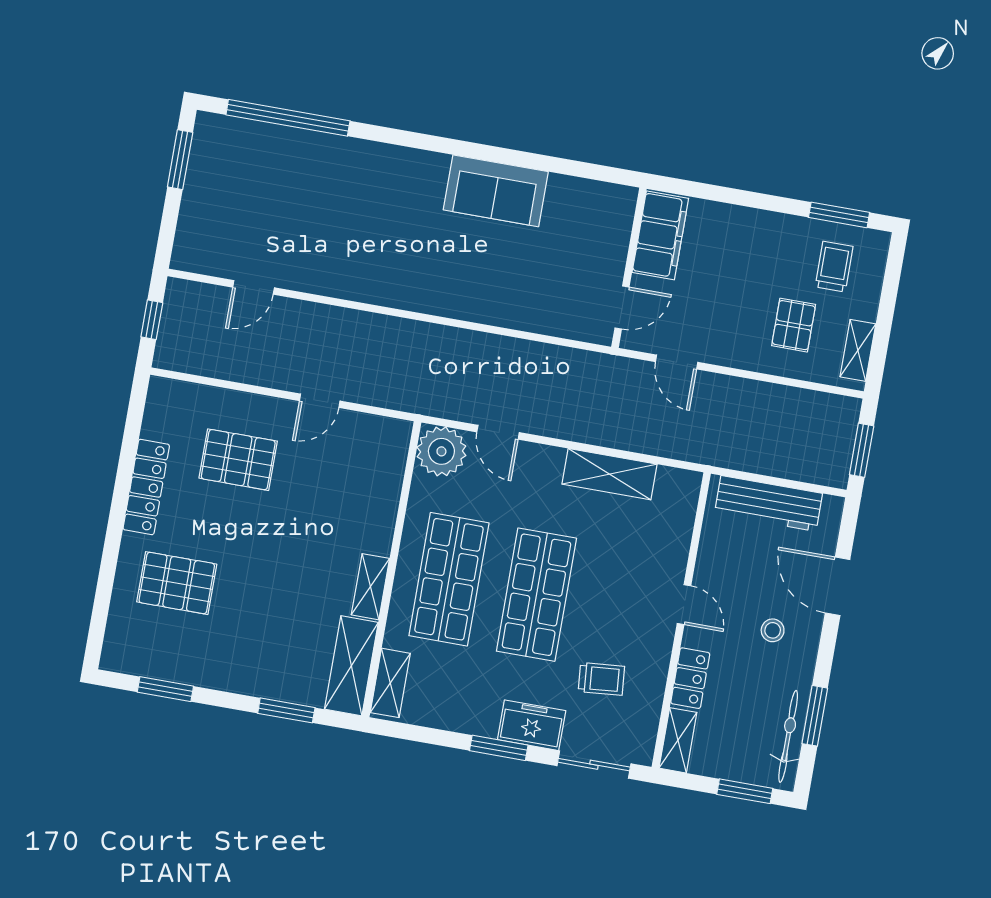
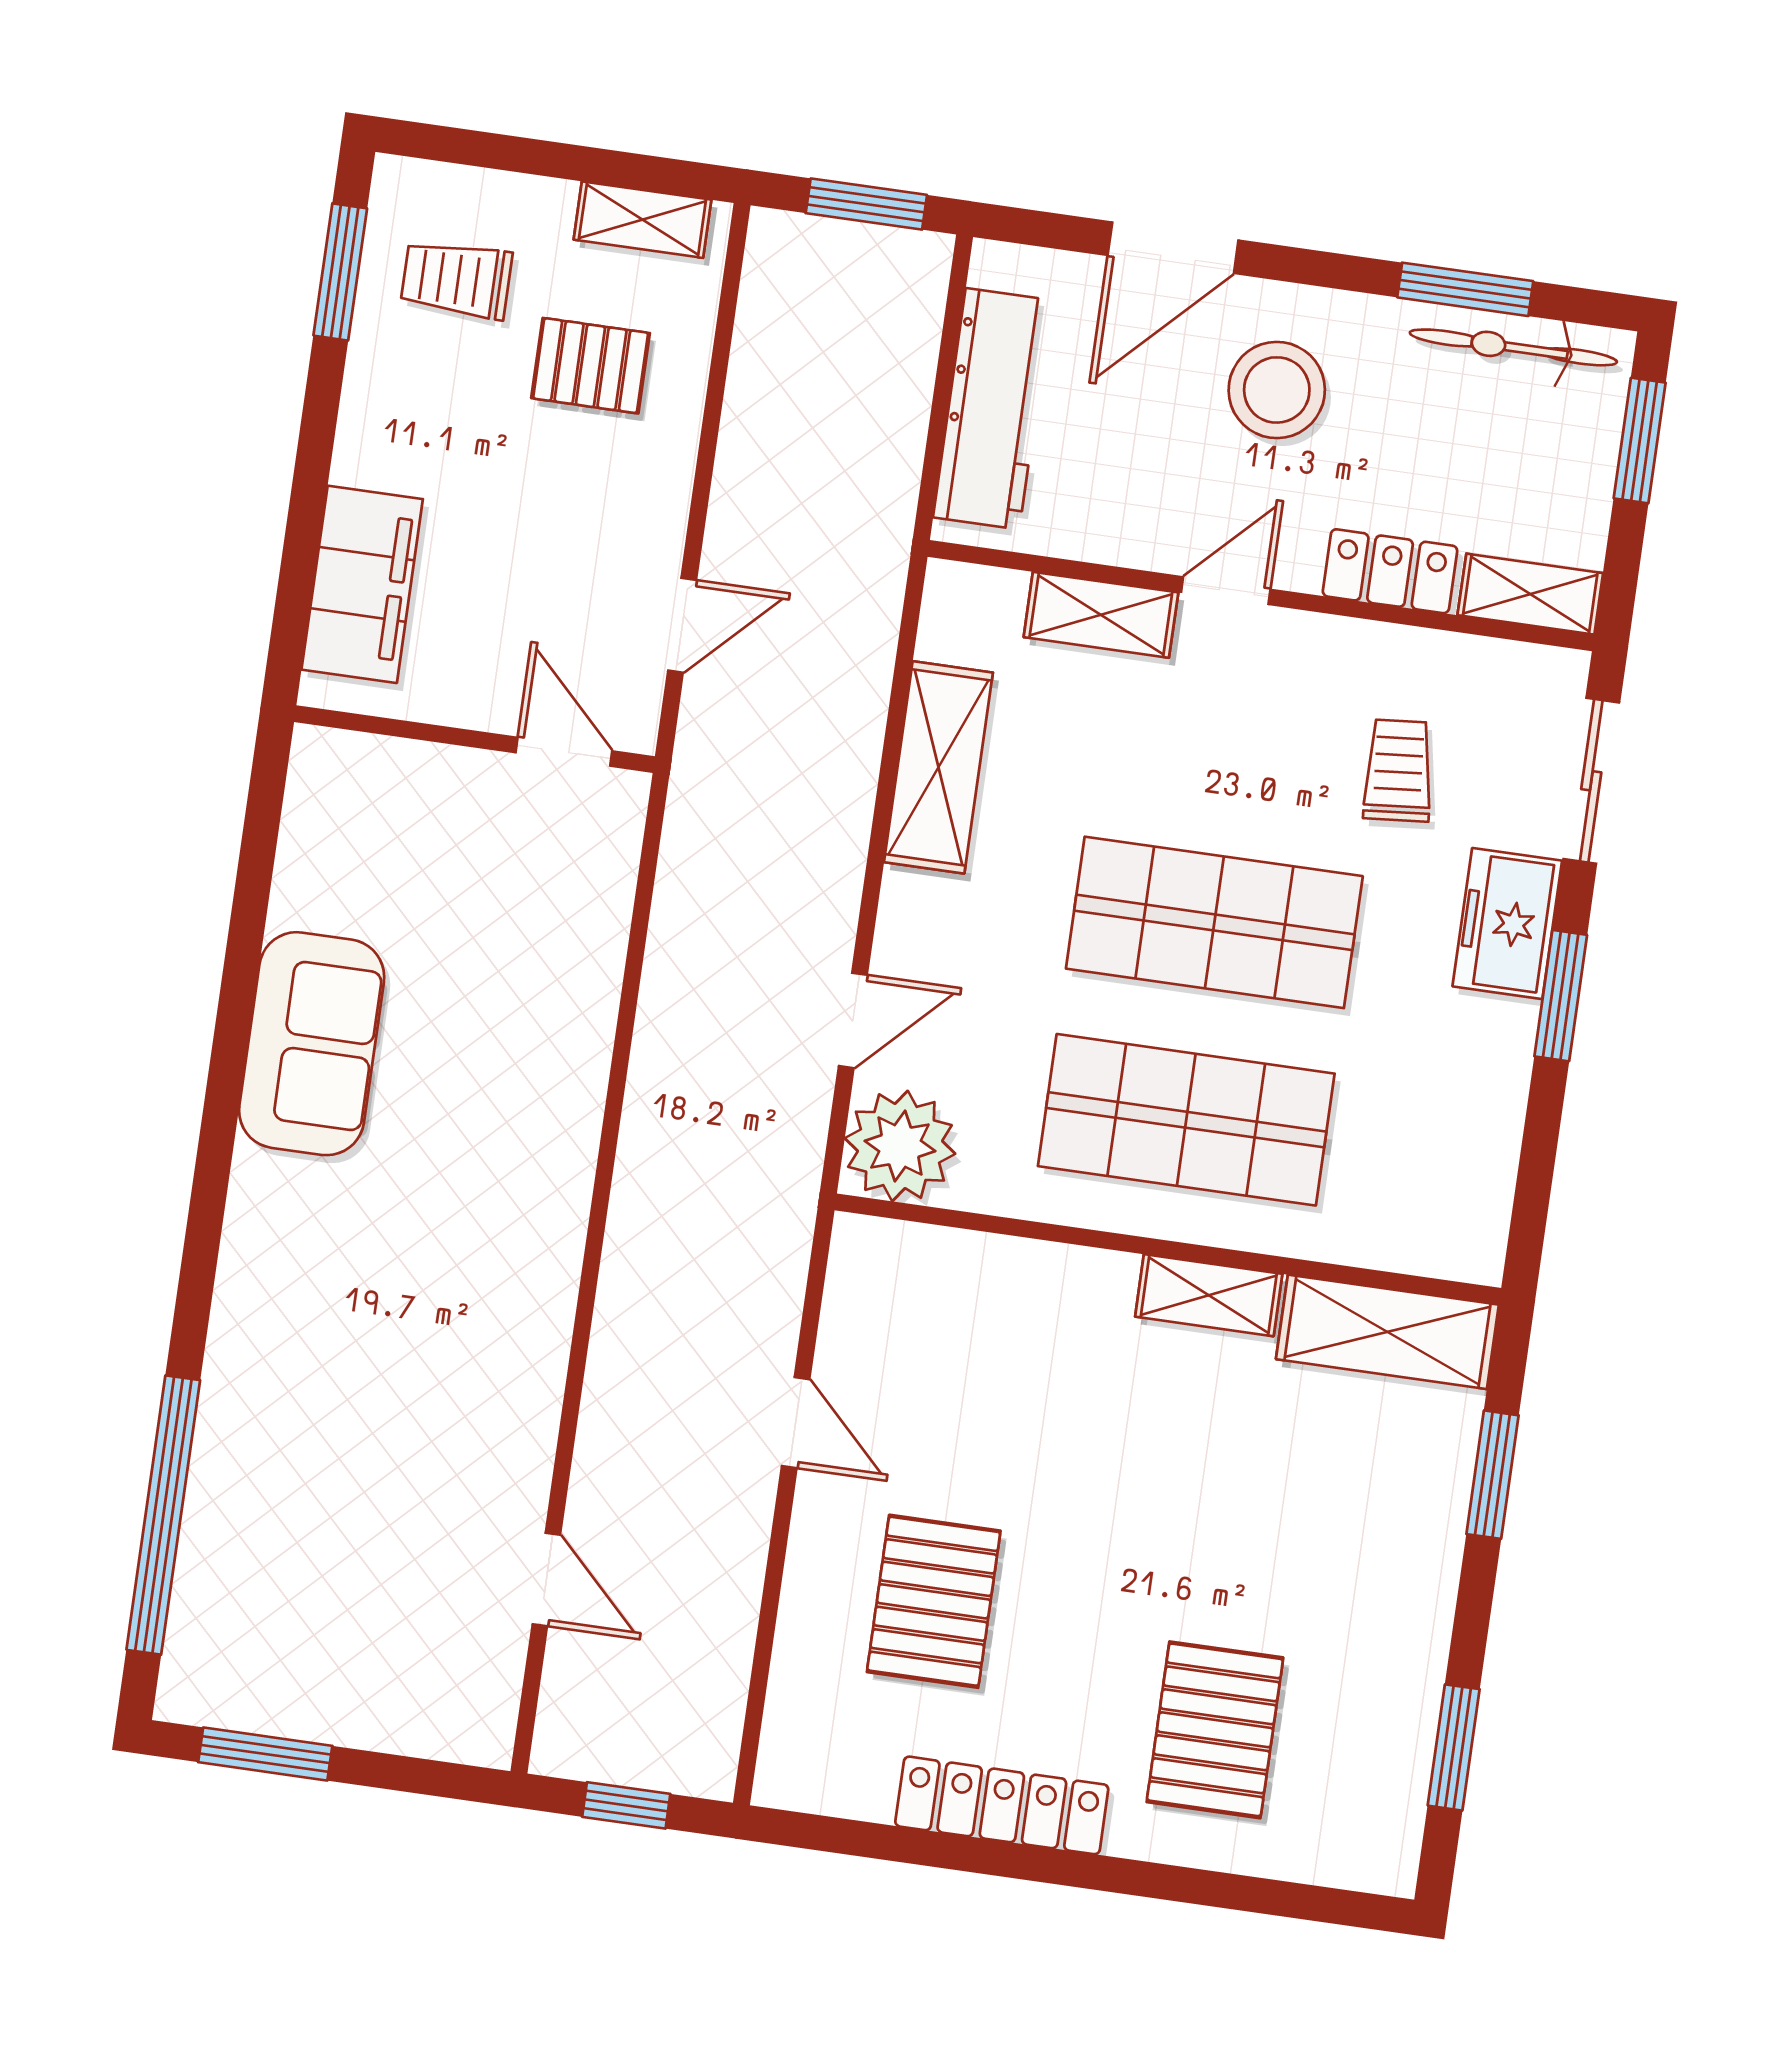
filing cabinet: (660, 235) -> (362, 584), moved, turned 90
stool: (773, 630) -> (1277, 390), width x1.89, depth x1.89
shelving: (390, 683) -> (1101, 615), moved

